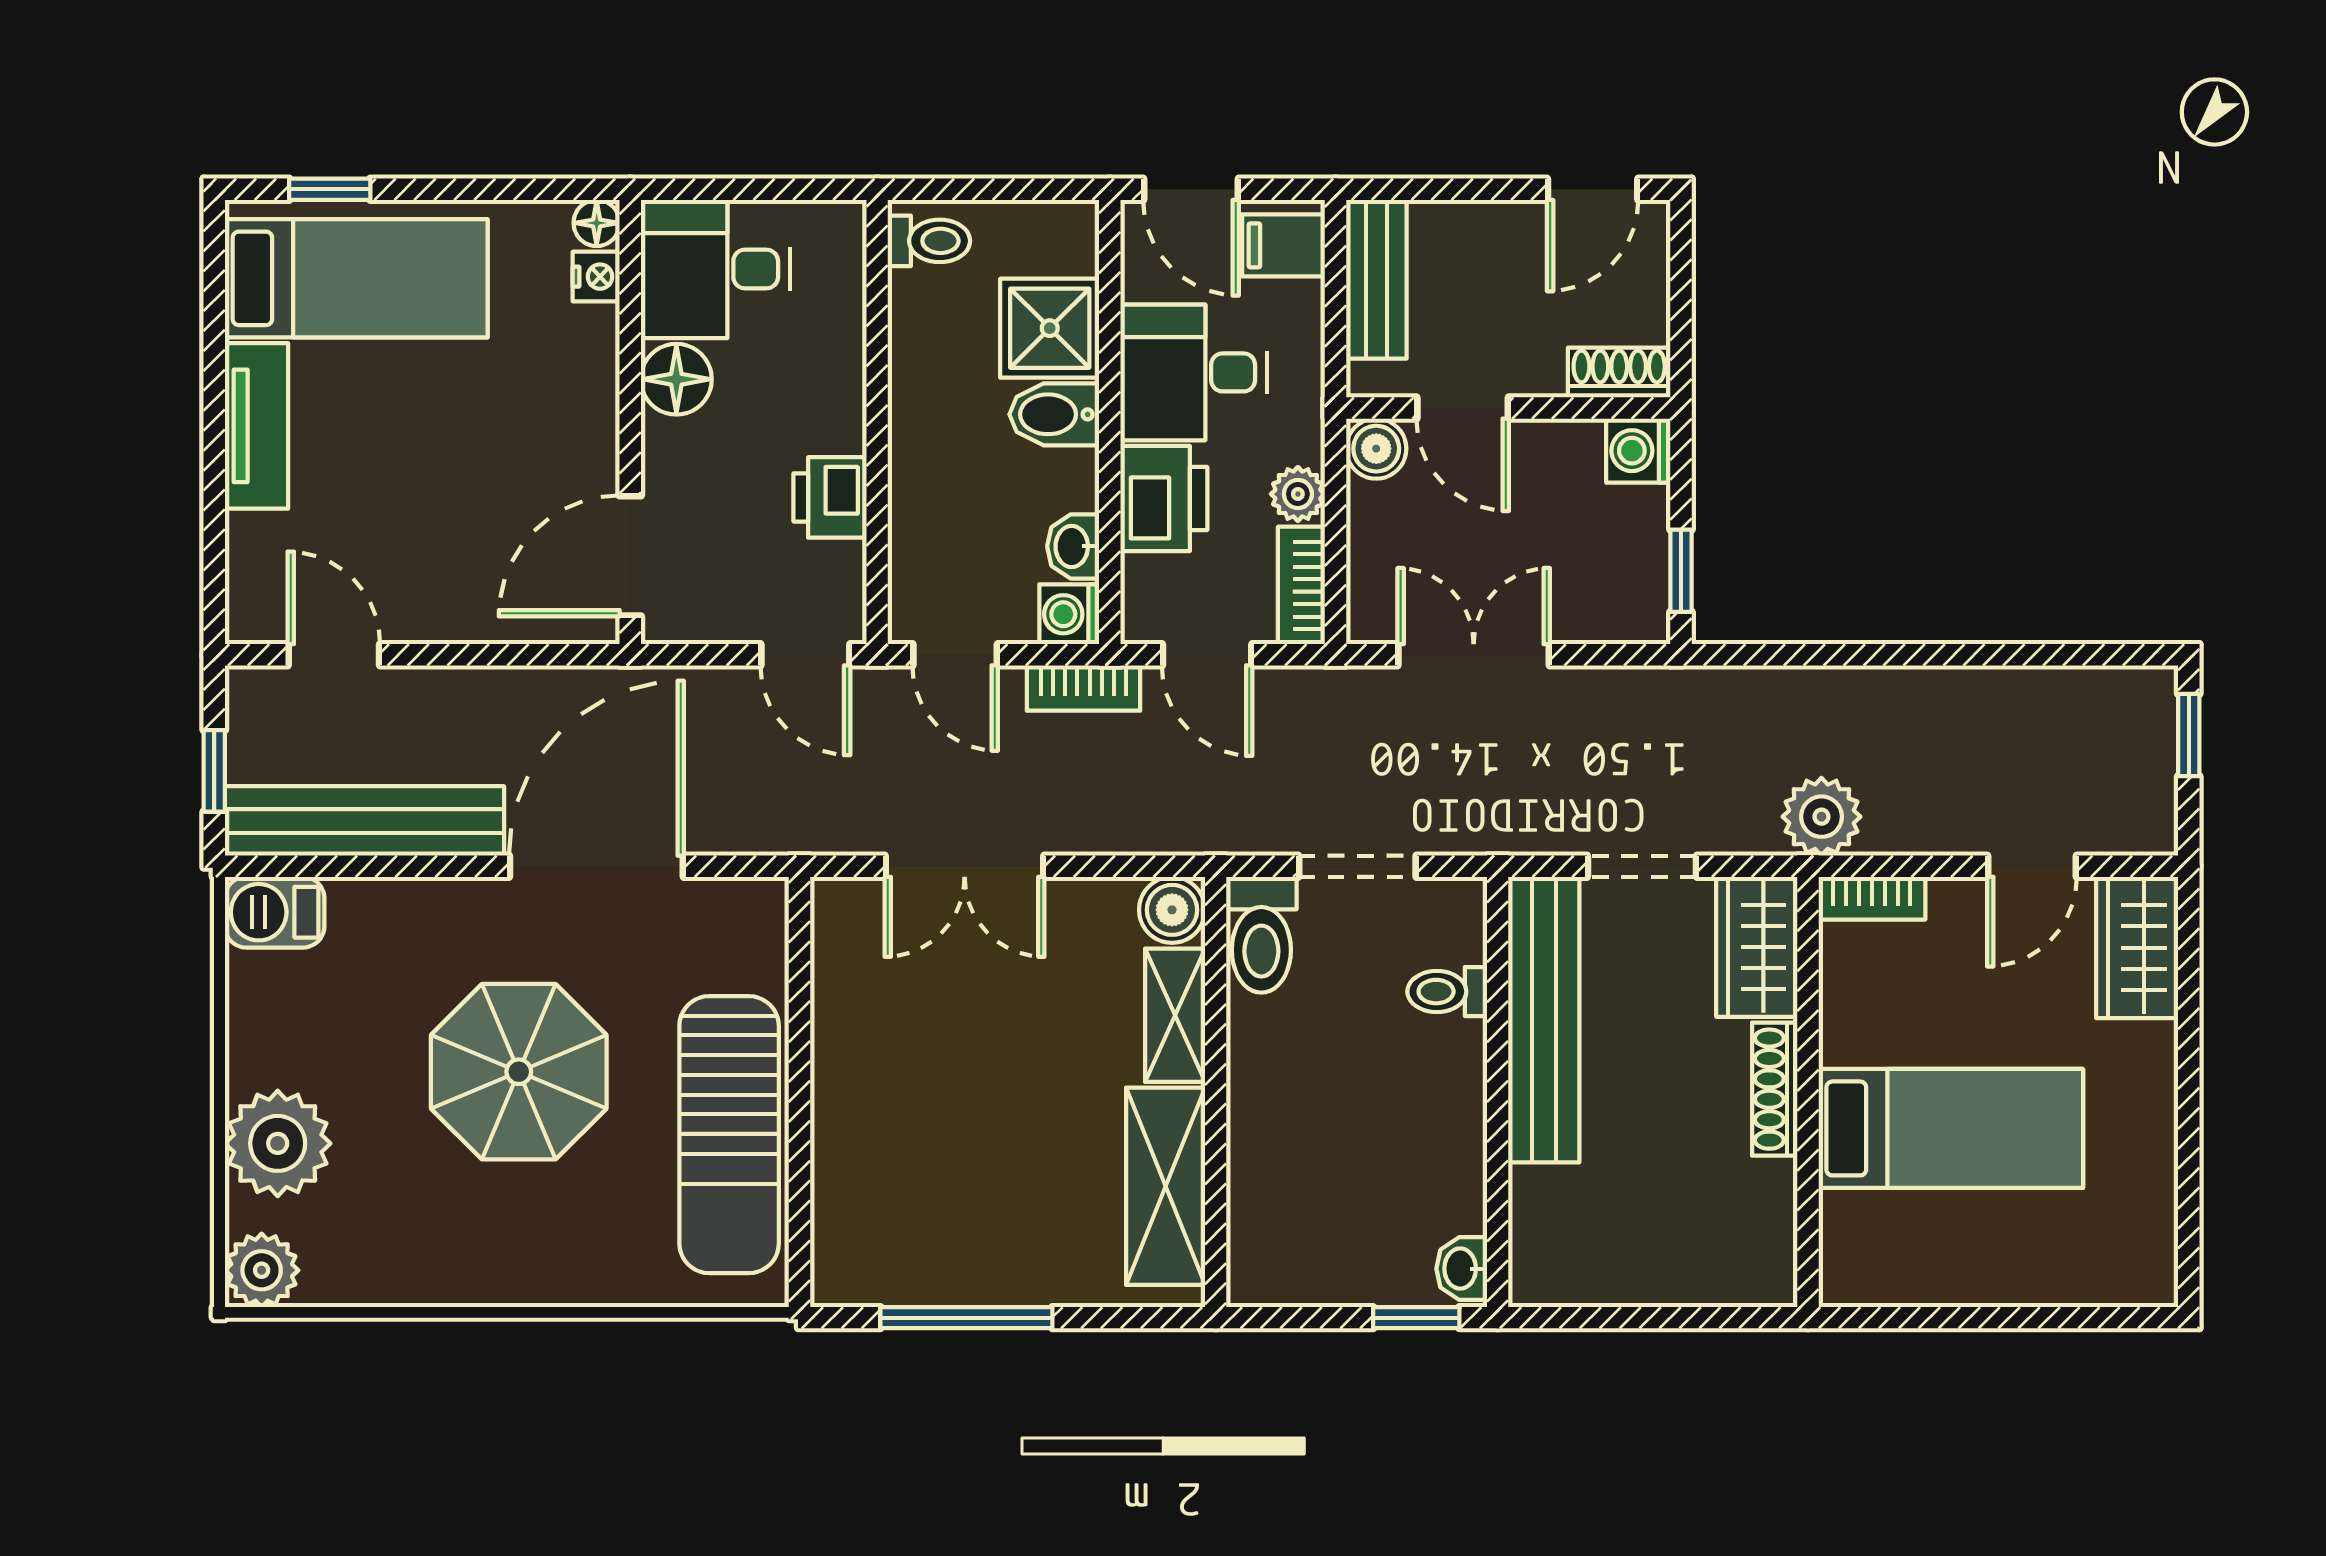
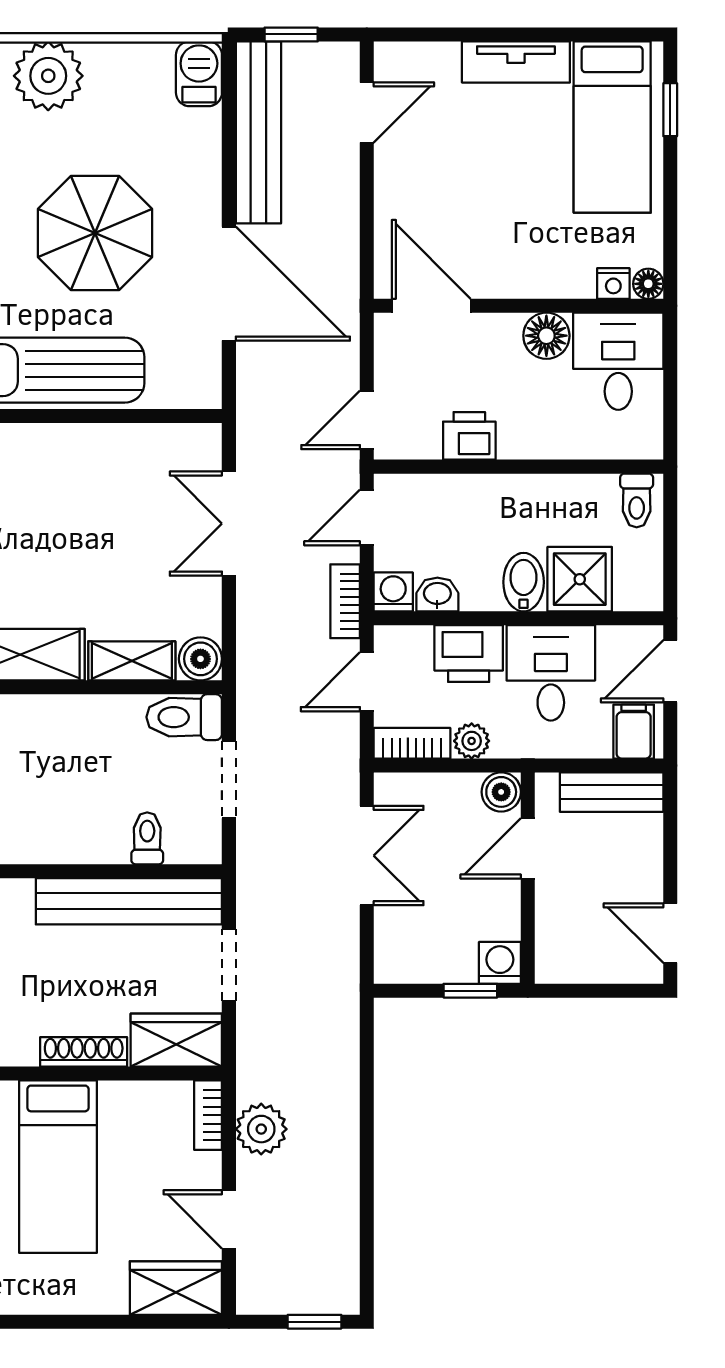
shoe rack: (1619, 372) -> (551, 950), removed
window: (1681, 571) -> (470, 991), moved
plant: (1821, 817) -> (261, 1129), moved

